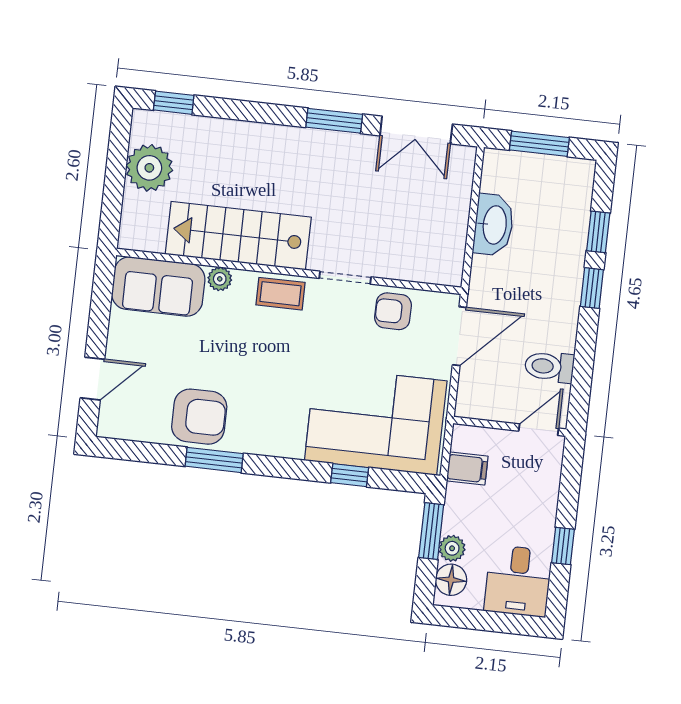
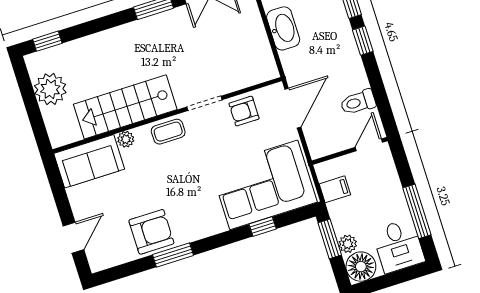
window: (563, 546) -> (417, 211), width x2.17
floor lamp: (451, 580) -> (361, 267), width x1.38, depth x1.38

